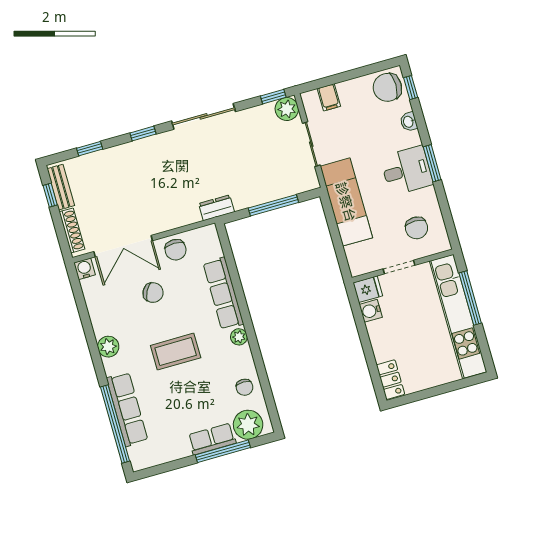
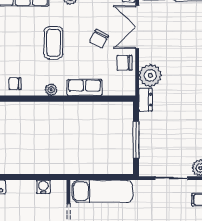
exam couch: (346, 202) -> (103, 191), moved
plant: (183, 211) -> (150, 76), added
fridge: (368, 289) -> (59, 189), removed
row of seats: (223, 293) -> (84, 87), width x0.68

